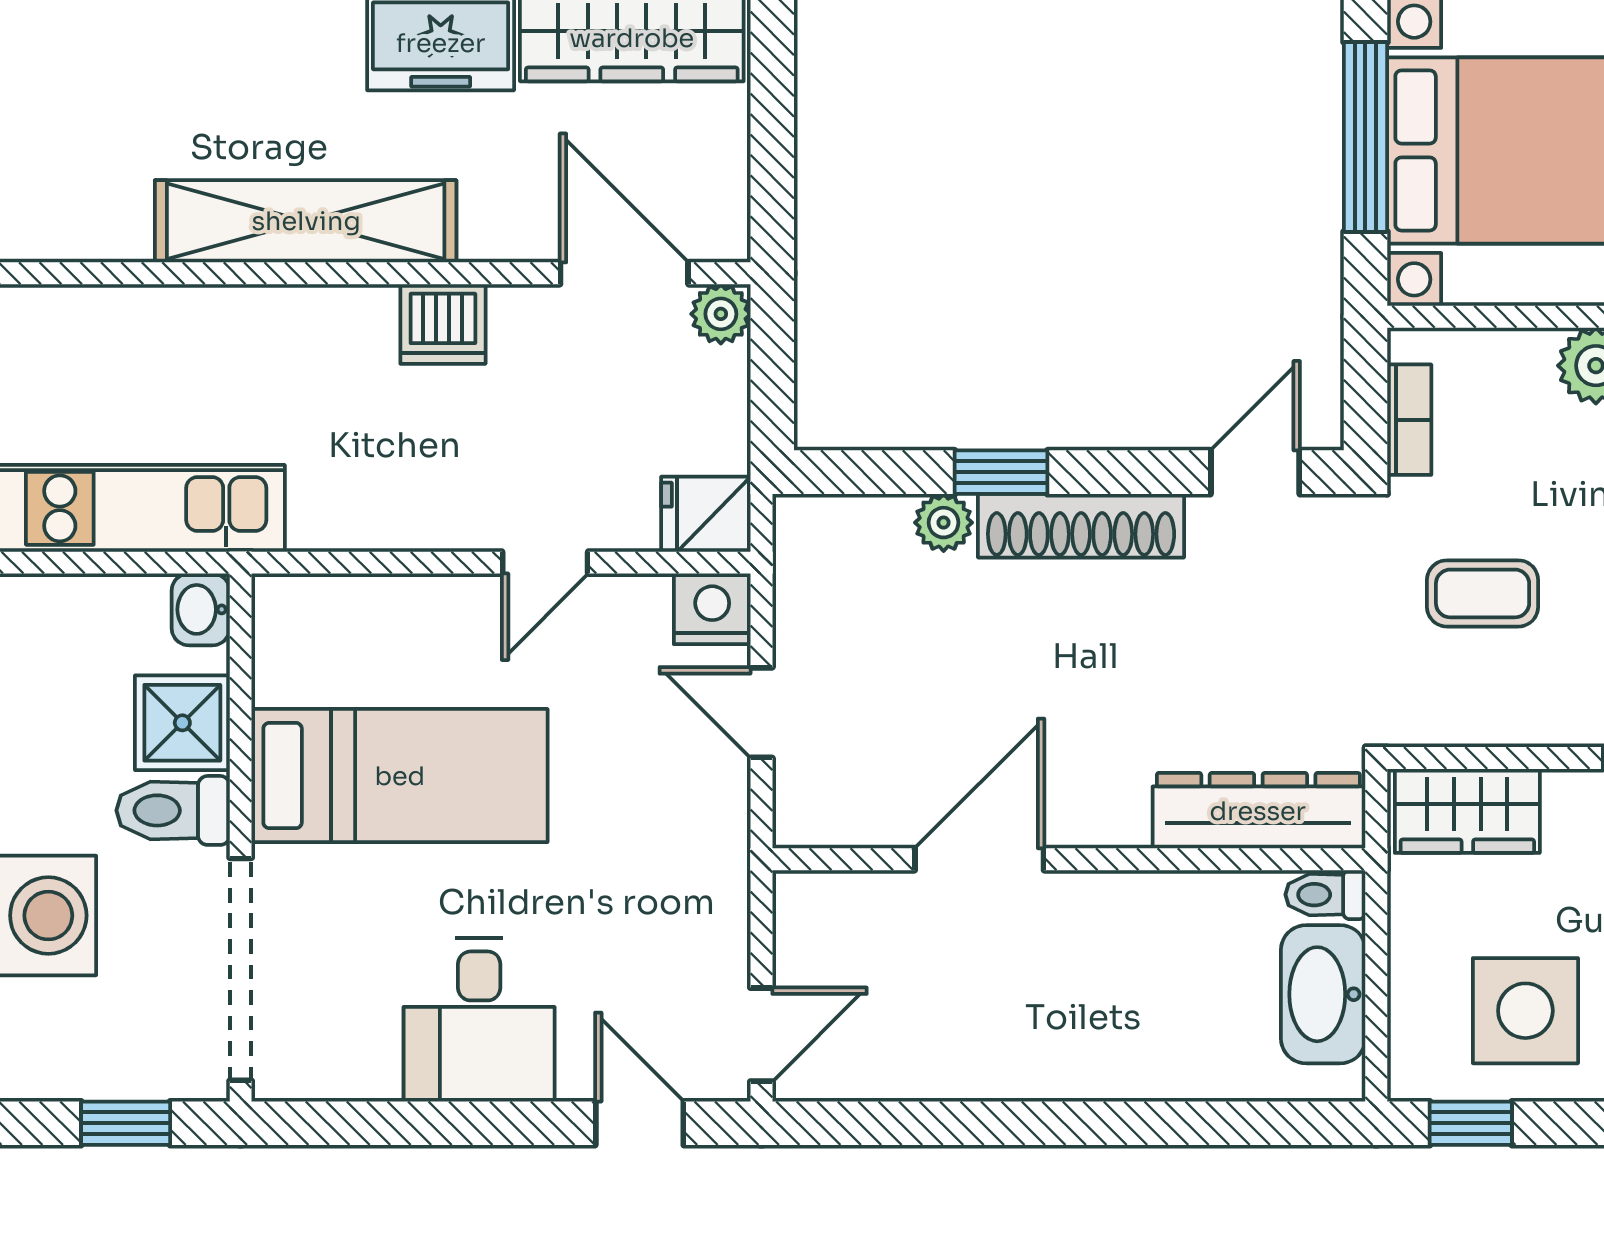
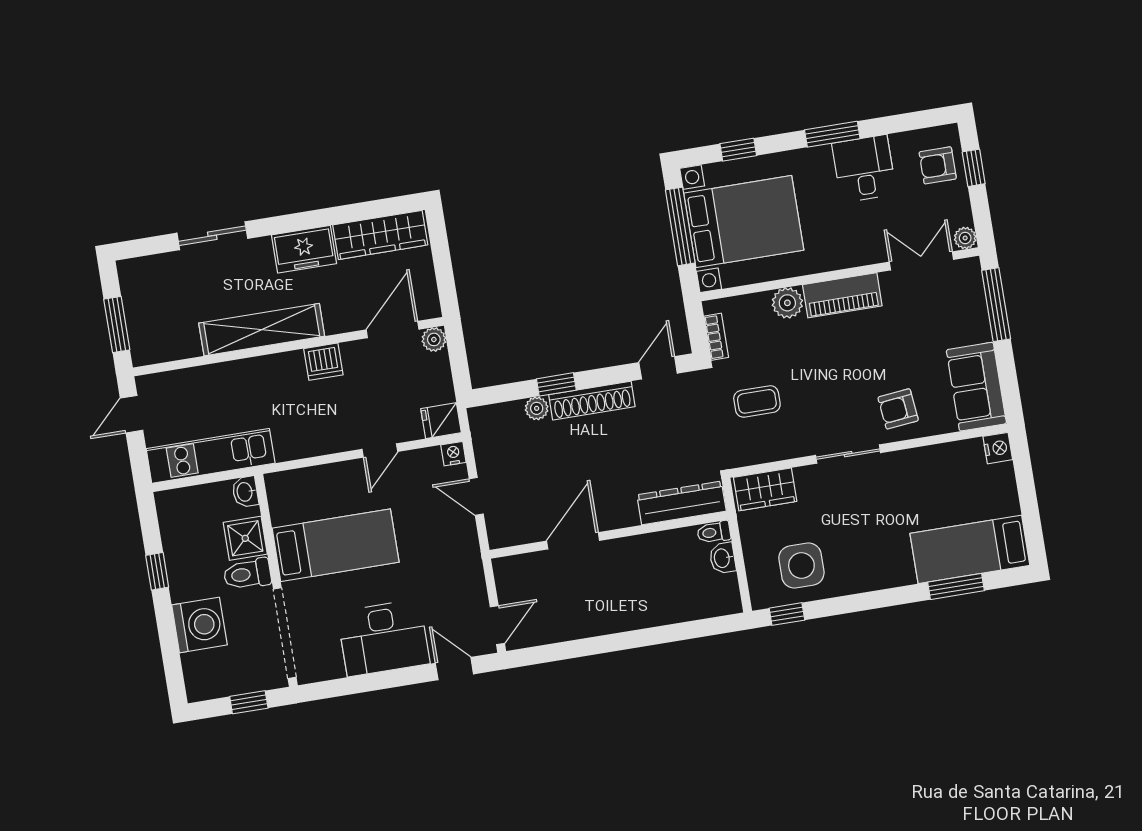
door: (624, 273) -> (393, 330), hinge flipped
nightstand: (712, 609) -> (453, 454), width x0.72, depth x0.74
washbasin: (1323, 994) -> (722, 558), width x0.52, depth x0.69
desk: (479, 1020) -> (383, 638), width x1.37

